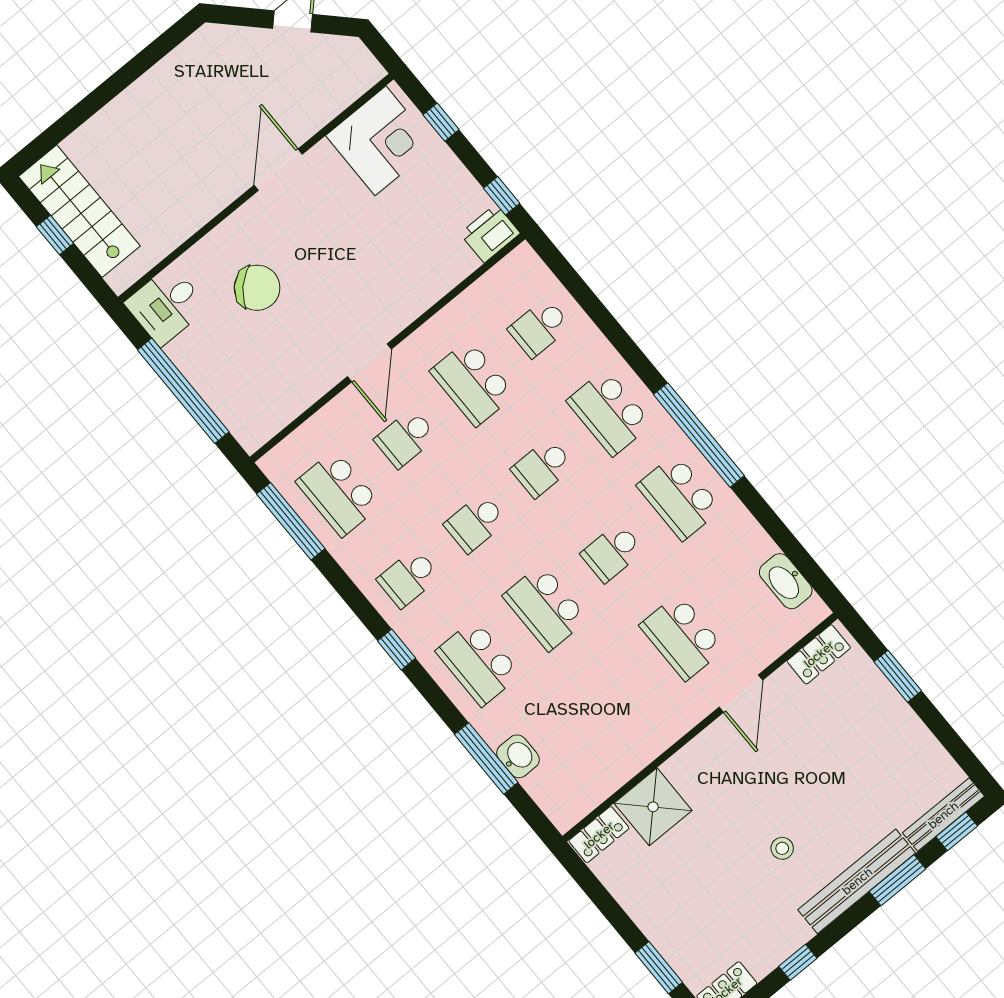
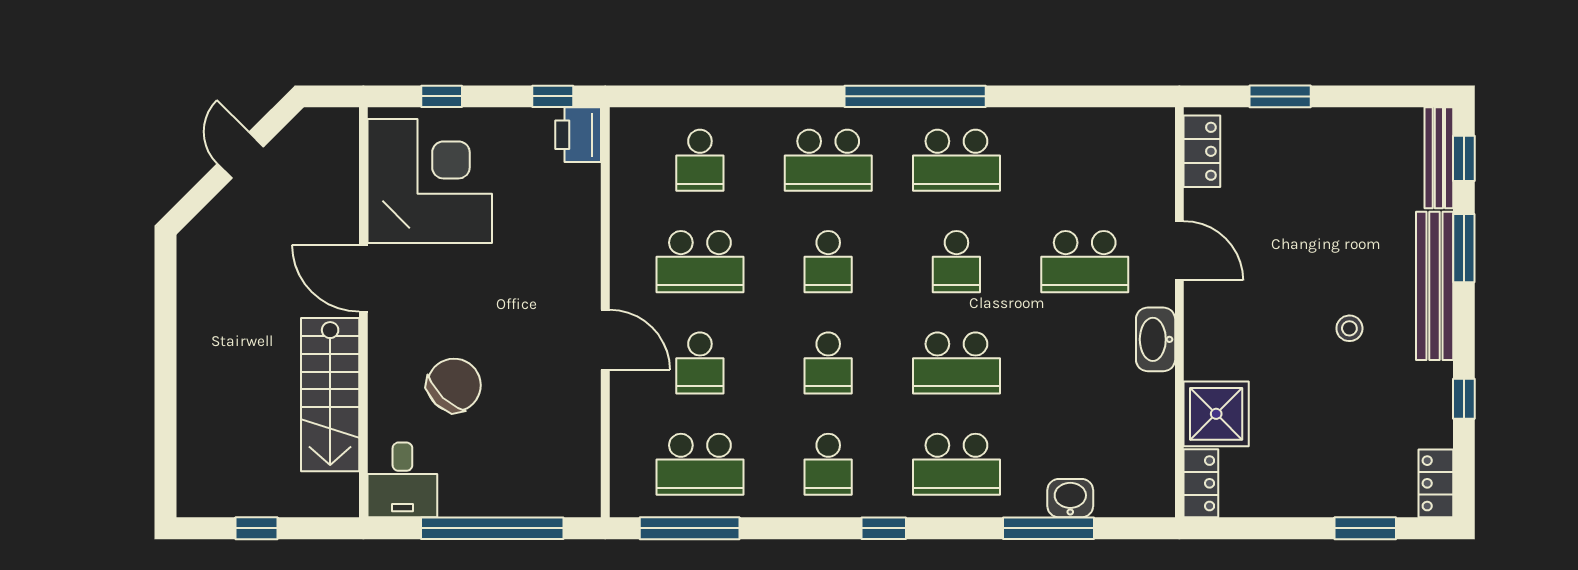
corner desk: (381, 141) -> (430, 181), width x1.36, depth x1.36
stairs: (79, 211) -> (330, 395), moved, turned -90
washbasin: (786, 581) -> (1156, 339), moved, turned 90

